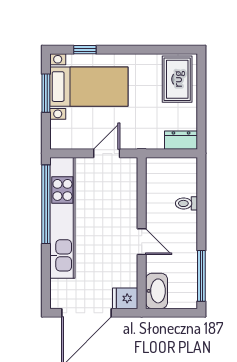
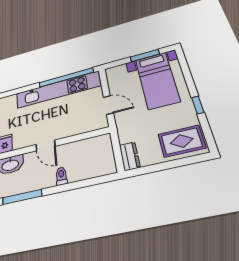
window: (85, 50) -> (198, 105), moved
toilet: (186, 203) -> (61, 176), moved
door: (142, 242) -> (46, 145), hinge flipped

